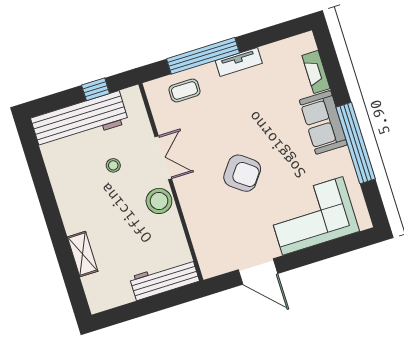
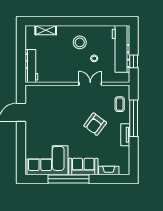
double door: (163, 158) -> (90, 84), swing flipped
armchair: (242, 173) -> (95, 124), moved
stool: (159, 201) -> (80, 42), moved
corner sofa: (313, 216) -> (48, 160), moved, turned -90
shelving: (83, 254) -> (46, 30), moved

